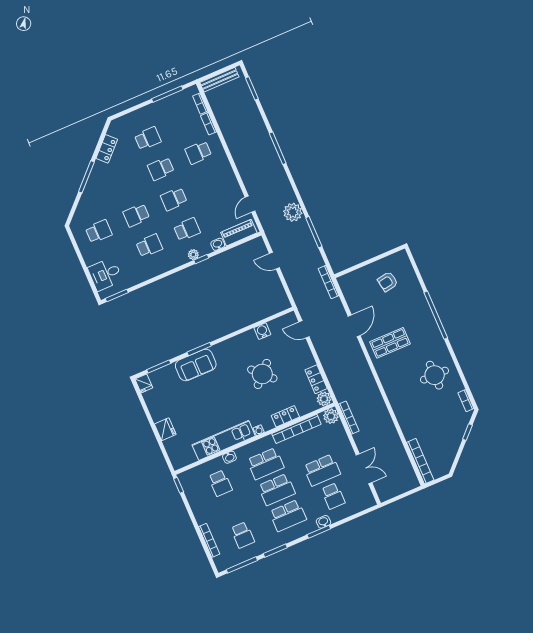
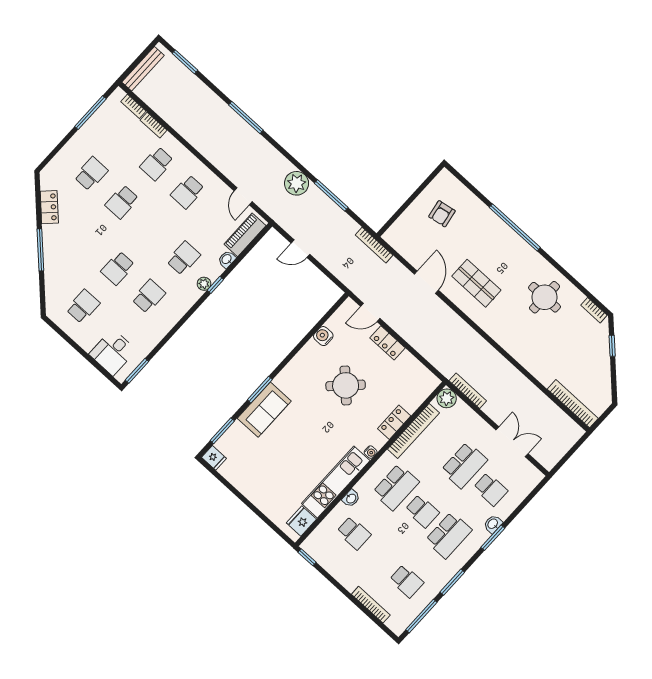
school desk: (174, 199) -> (188, 192), moved
shop shelf: (390, 343) -> (476, 283), turned 90
locker: (316, 379) -> (388, 343), moved
plant: (324, 399) -> (430, 382), removed
fridge: (165, 429) -> (301, 521), moved, turned -90
school desk: (277, 490) -> (422, 511), width x0.54

